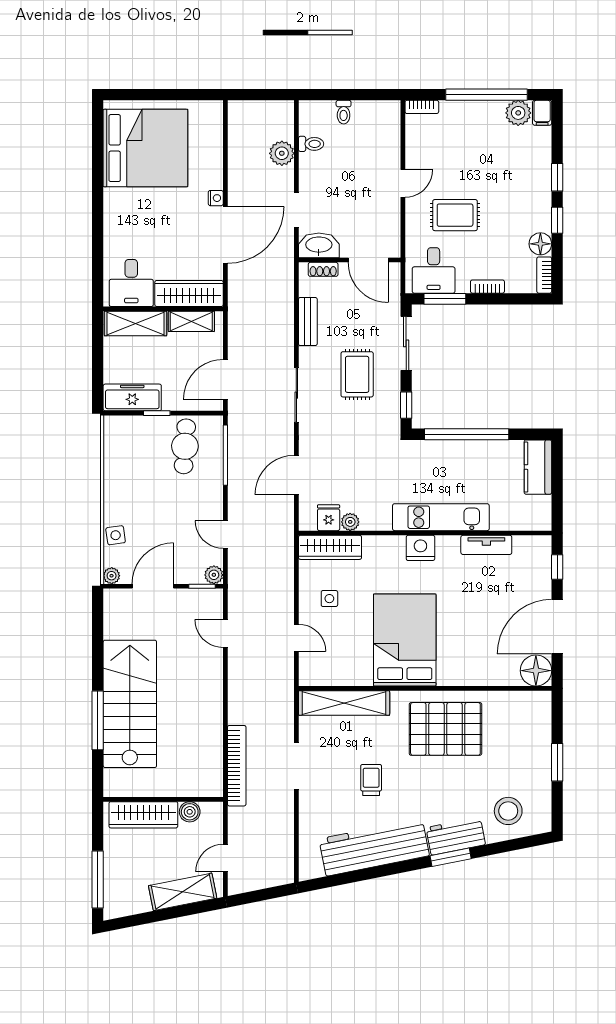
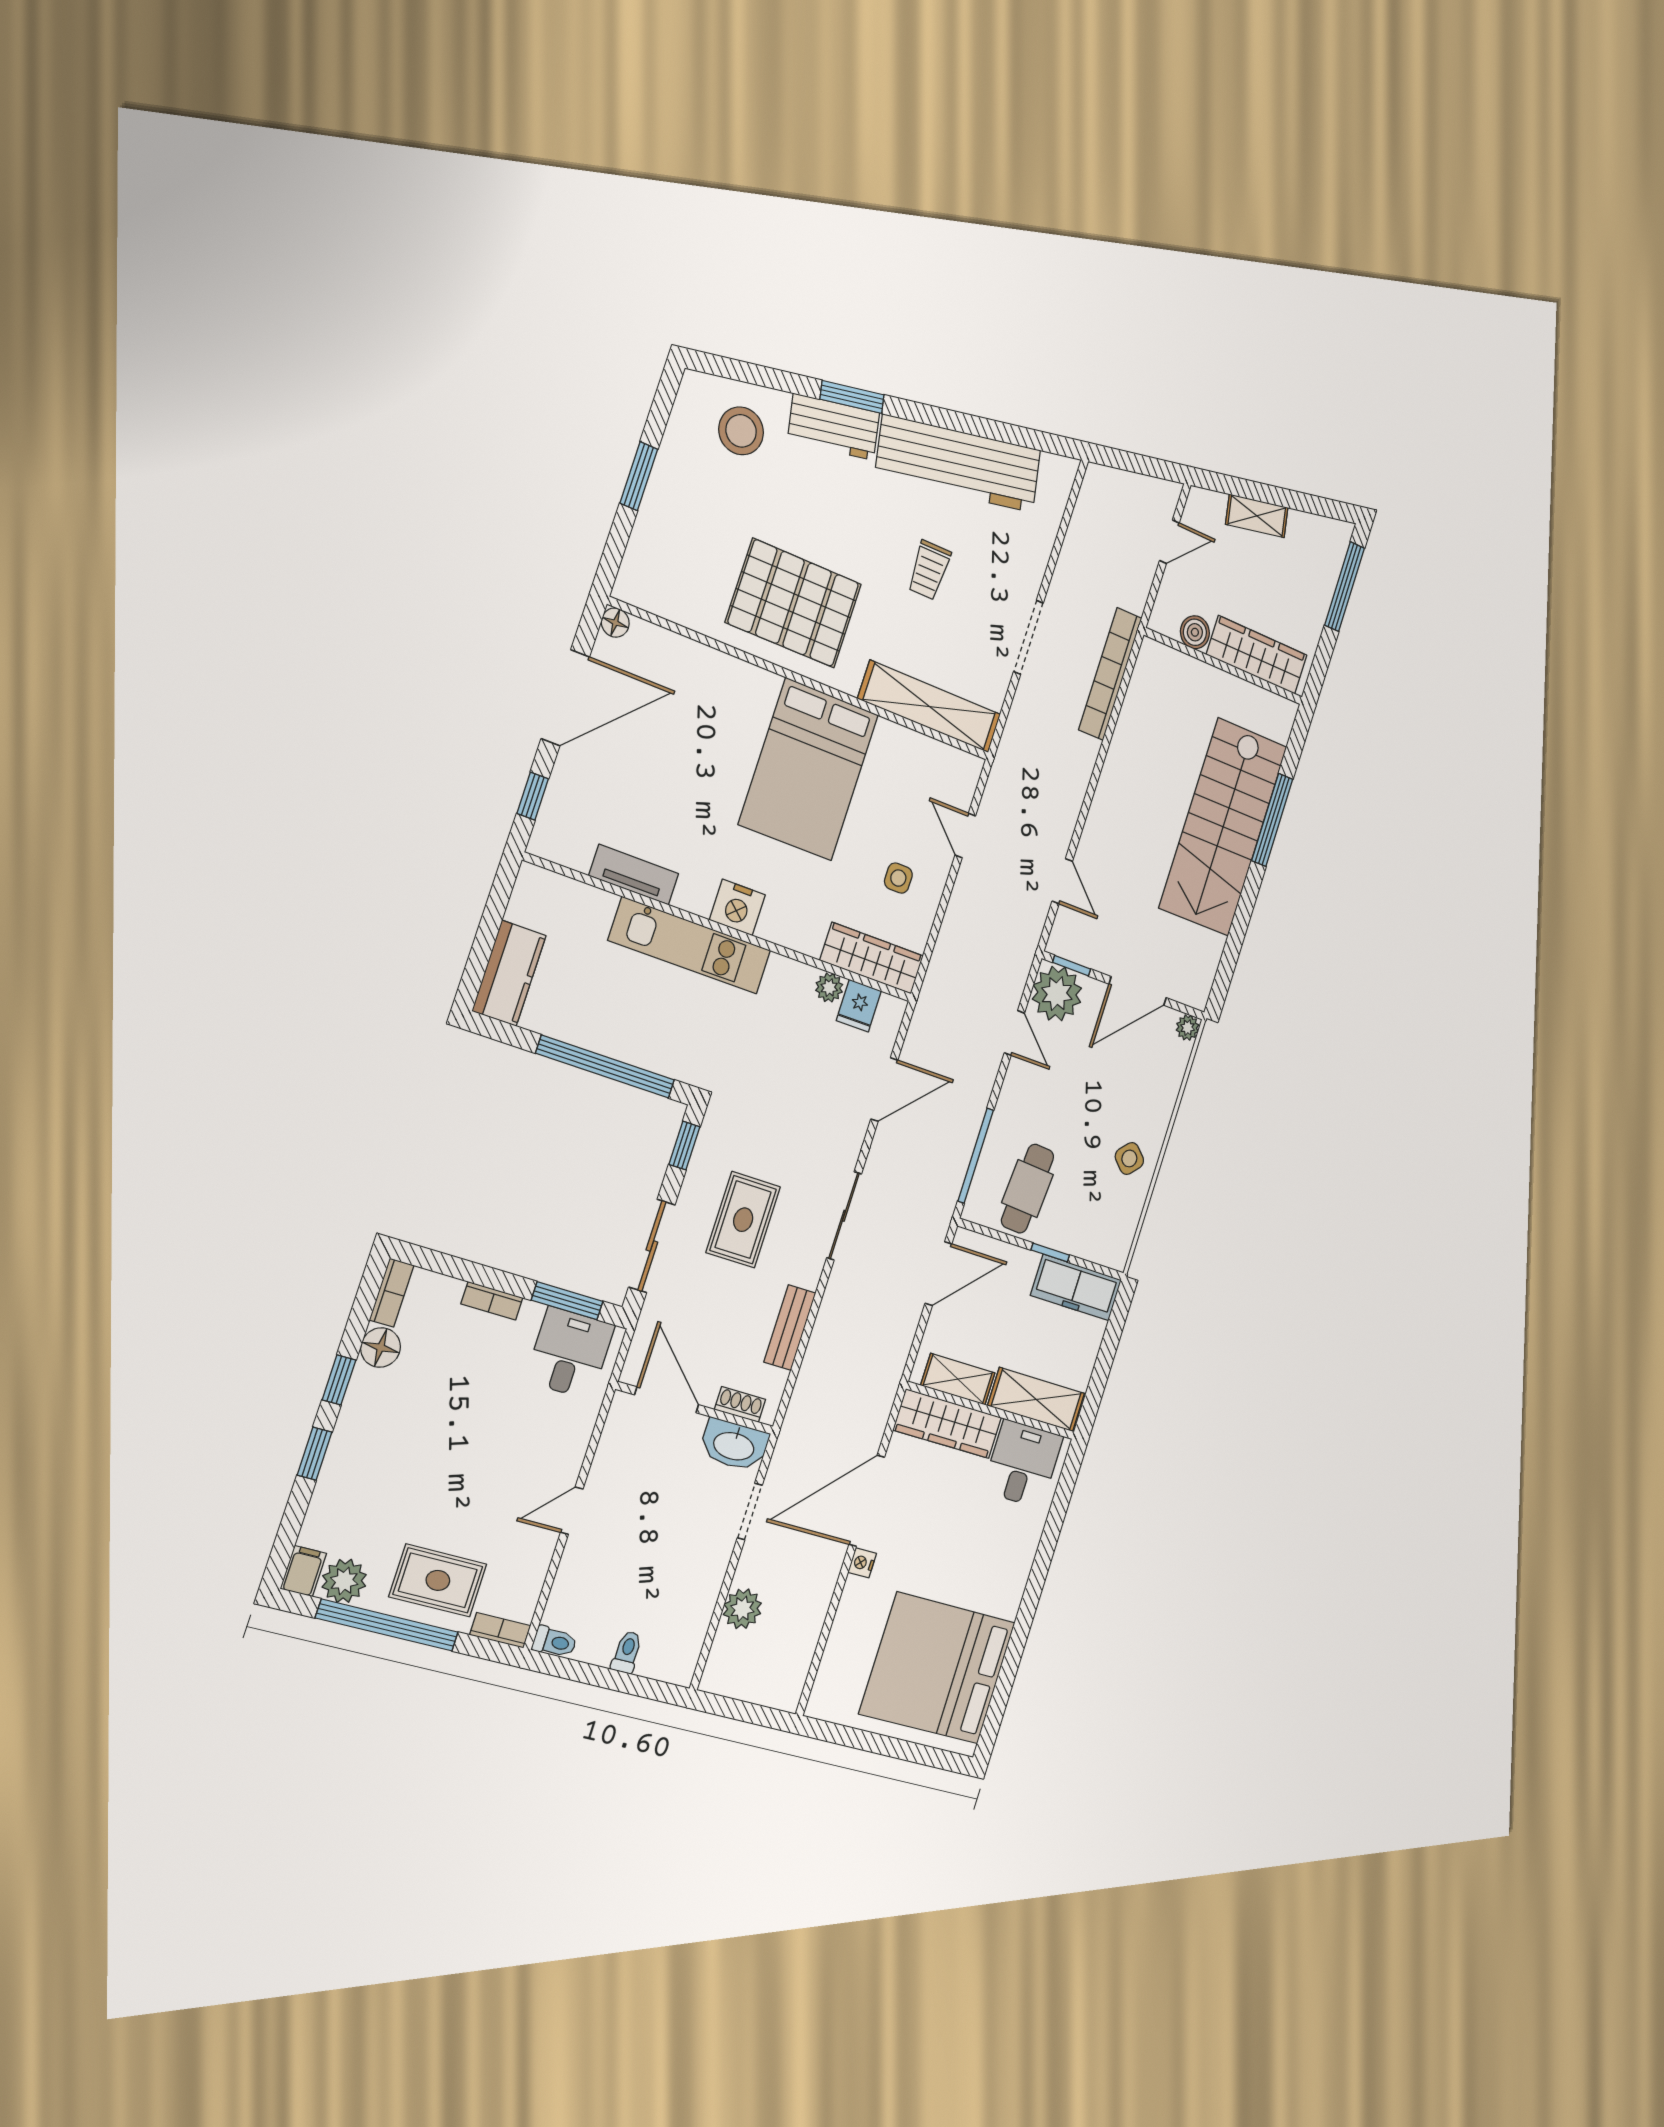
toilet: (311, 144) -> (555, 1642), moved, turned 180
rug: (455, 215) -> (438, 1580), moved
side table: (116, 535) -> (1129, 1158), moved, turned -38
plant: (214, 575) -> (1057, 994), width x1.87, depth x1.87
floor lamp: (536, 671) -> (615, 623), width x0.53, depth x0.53
shelving: (183, 892) -> (1257, 516), width x0.67, depth x0.75

